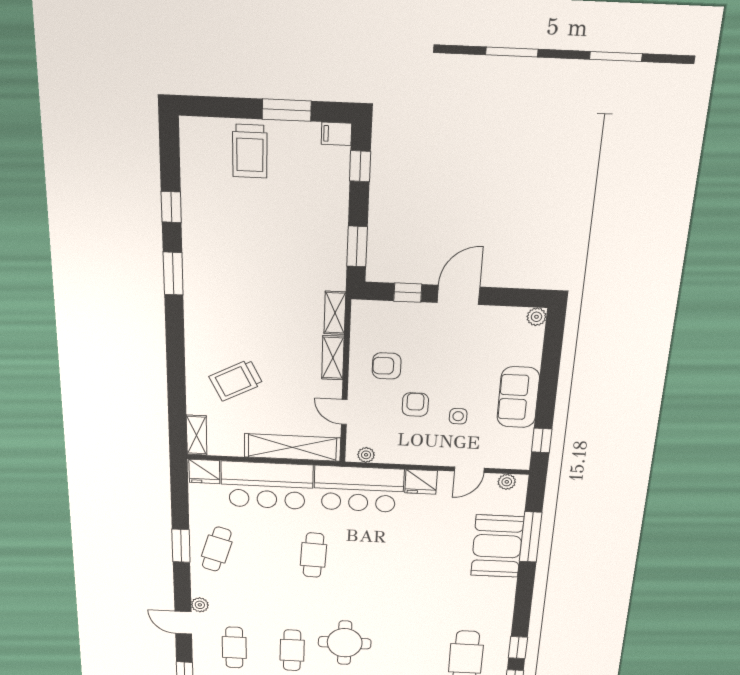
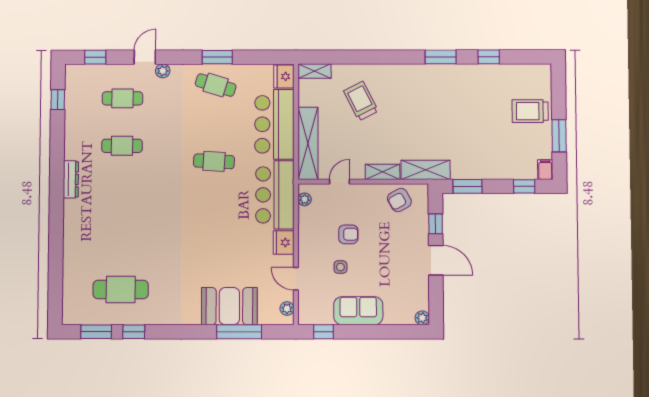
shelving: (335, 313) -> (426, 170), width x1.50, depth x1.33
armchair: (387, 366) -> (399, 200), moved, turned -119
round table: (345, 643) -> (132, 189), removed

